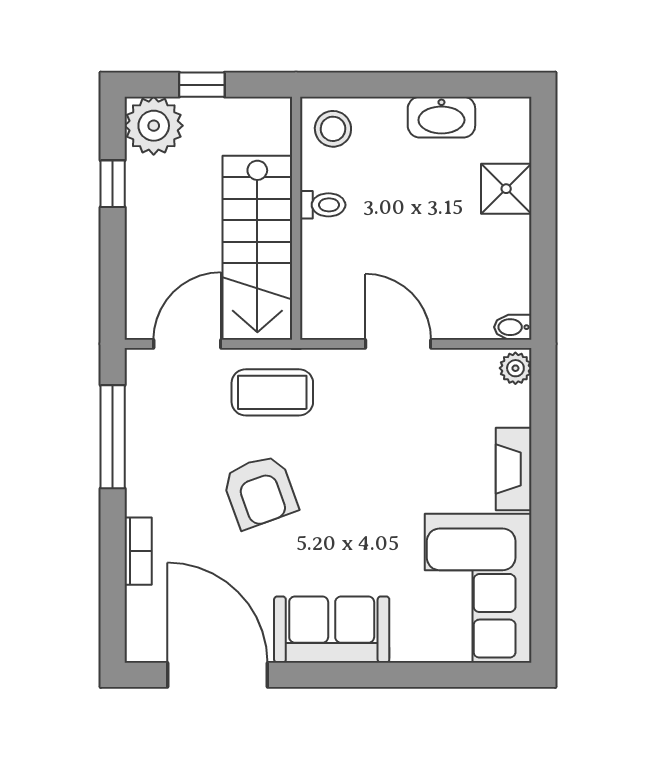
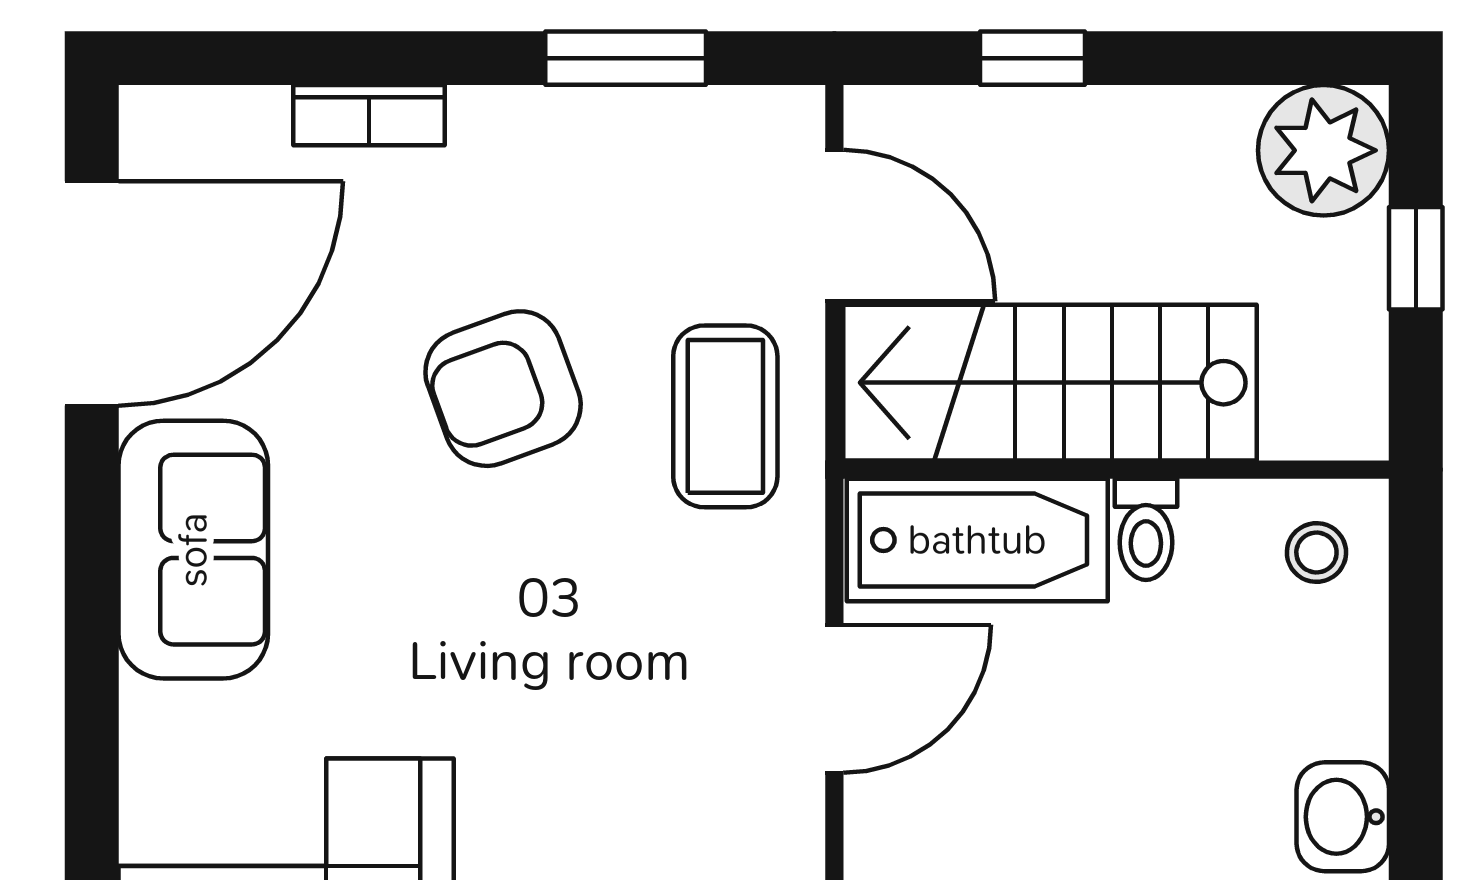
washbasin: (441, 117) -> (1343, 817), width x0.72
stool: (333, 129) -> (1316, 552), width x0.73, depth x0.73
window: (113, 184) -> (1033, 58), moved
bathtub: (327, 280) -> (977, 540), added
window: (113, 437) -> (626, 58), width x0.69

